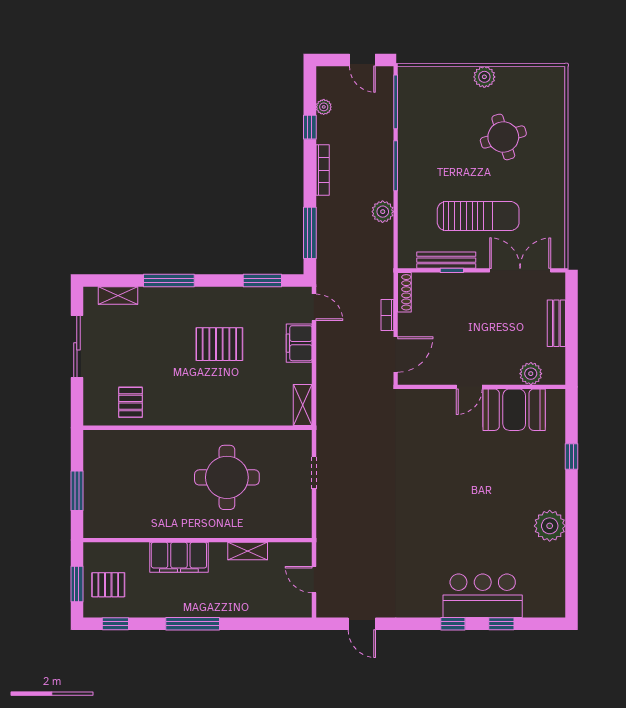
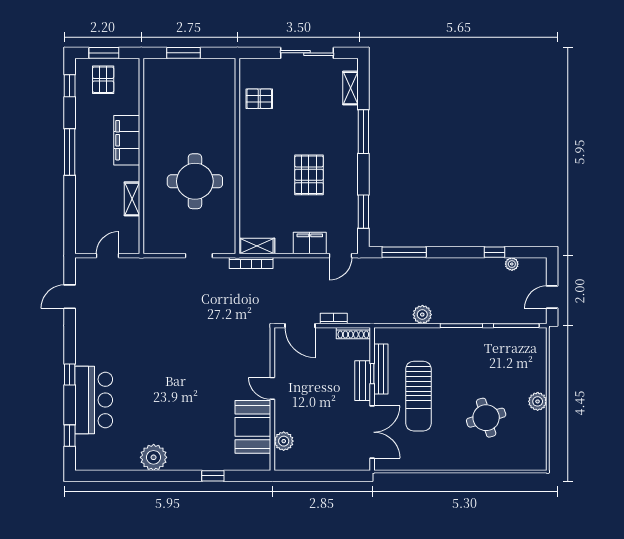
bookcase: (323, 170) -> (251, 263), moved
bench: (556, 323) -> (363, 381), moved, turned 90
window: (501, 624) -> (70, 436), moved

